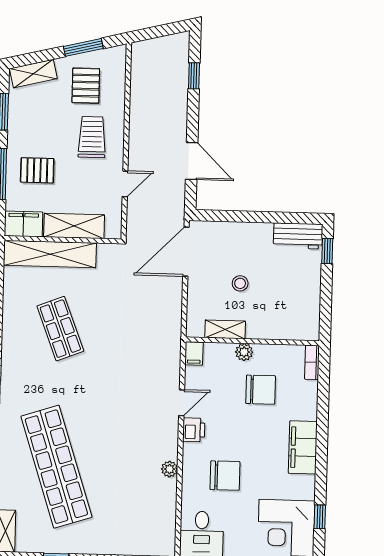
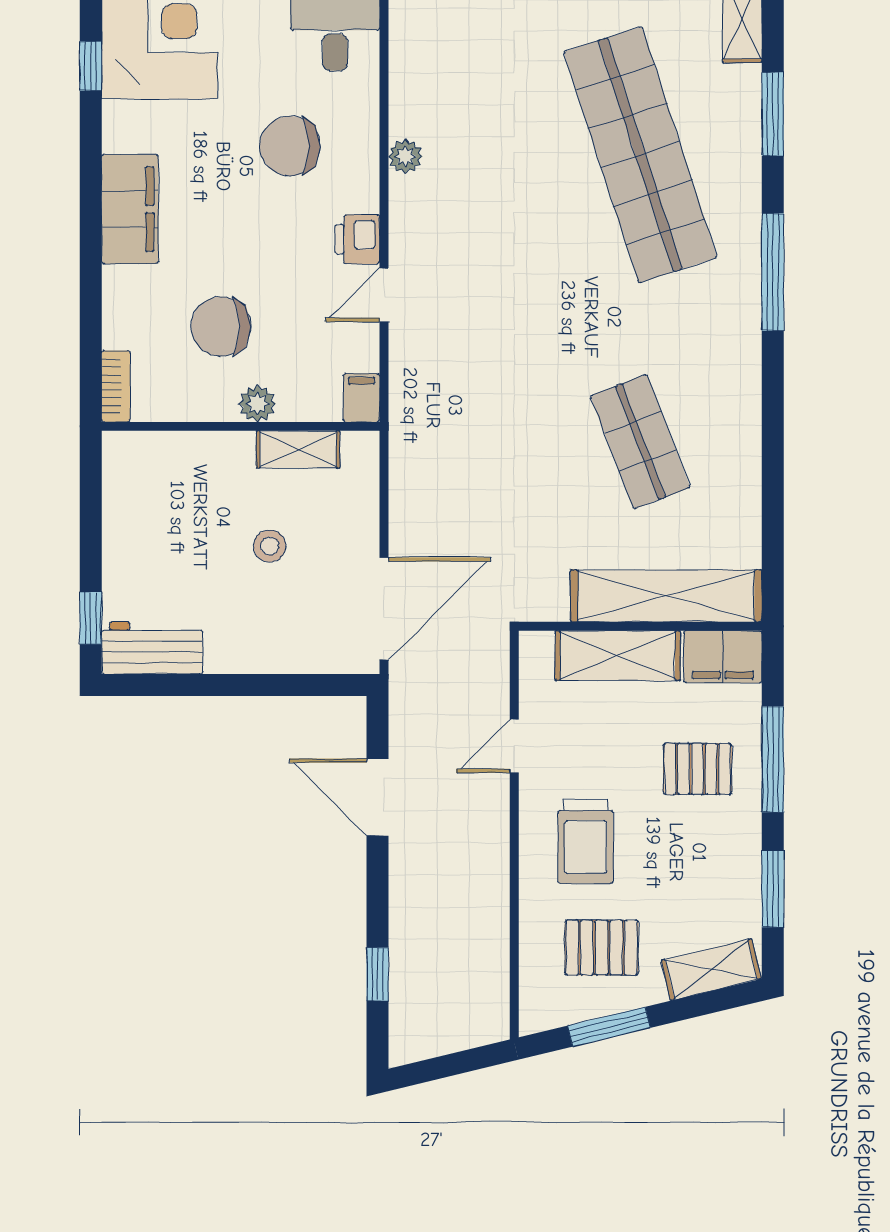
pallet: (86, 86) -> (602, 948), turned 90

